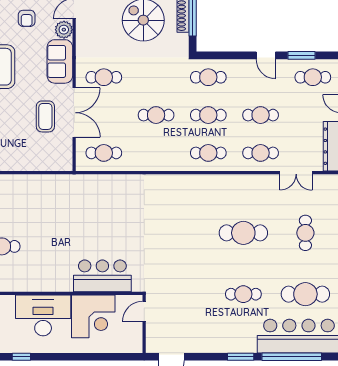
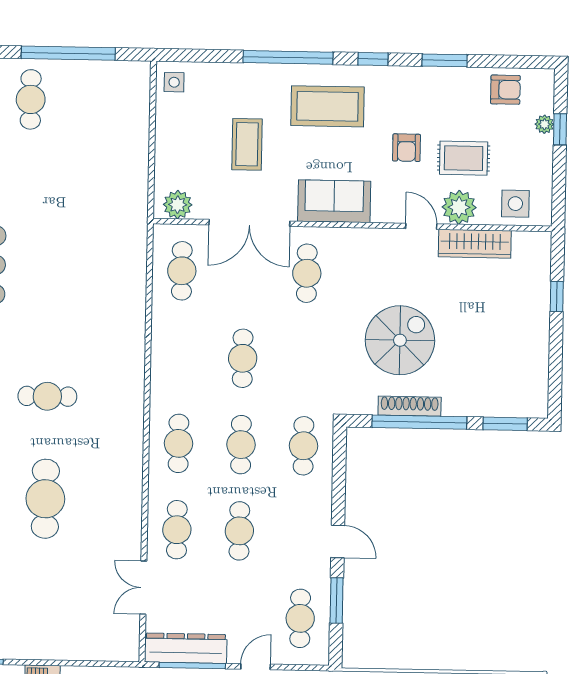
armchair: (27, 18) -> (406, 148), turned -90
plant: (64, 30) -> (178, 205), moved
door: (266, 55) -> (338, 542), swing flipped
coffee table: (45, 116) -> (247, 144), moved, turned 90
cafe table: (305, 233) -> (47, 396), moved

